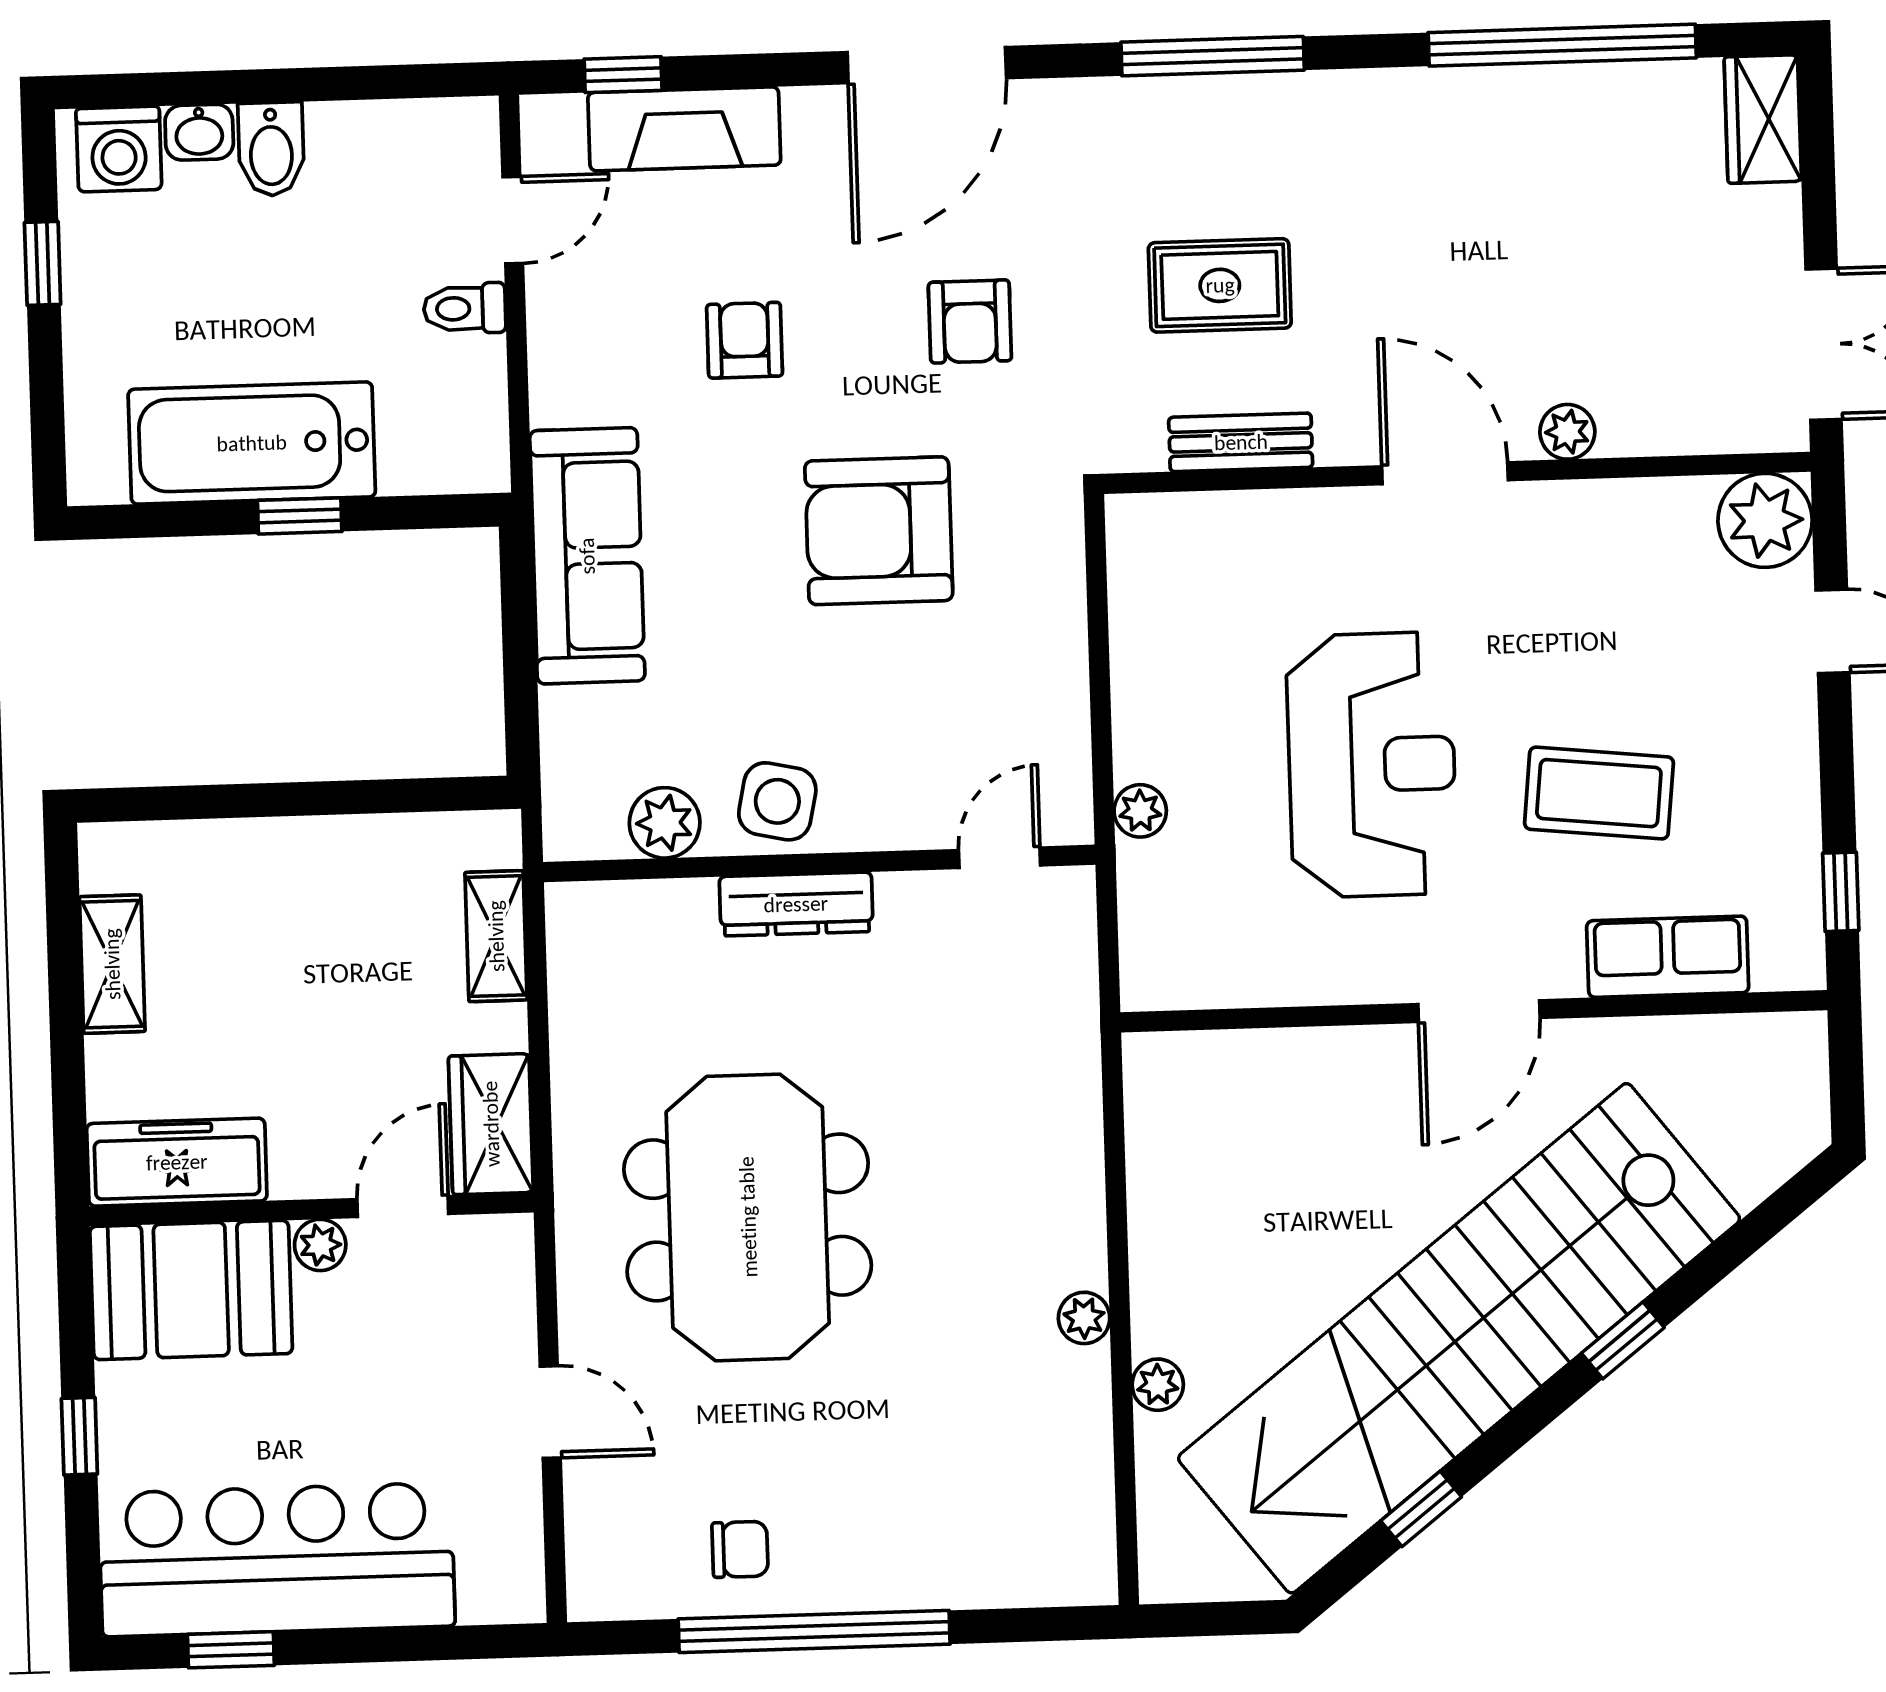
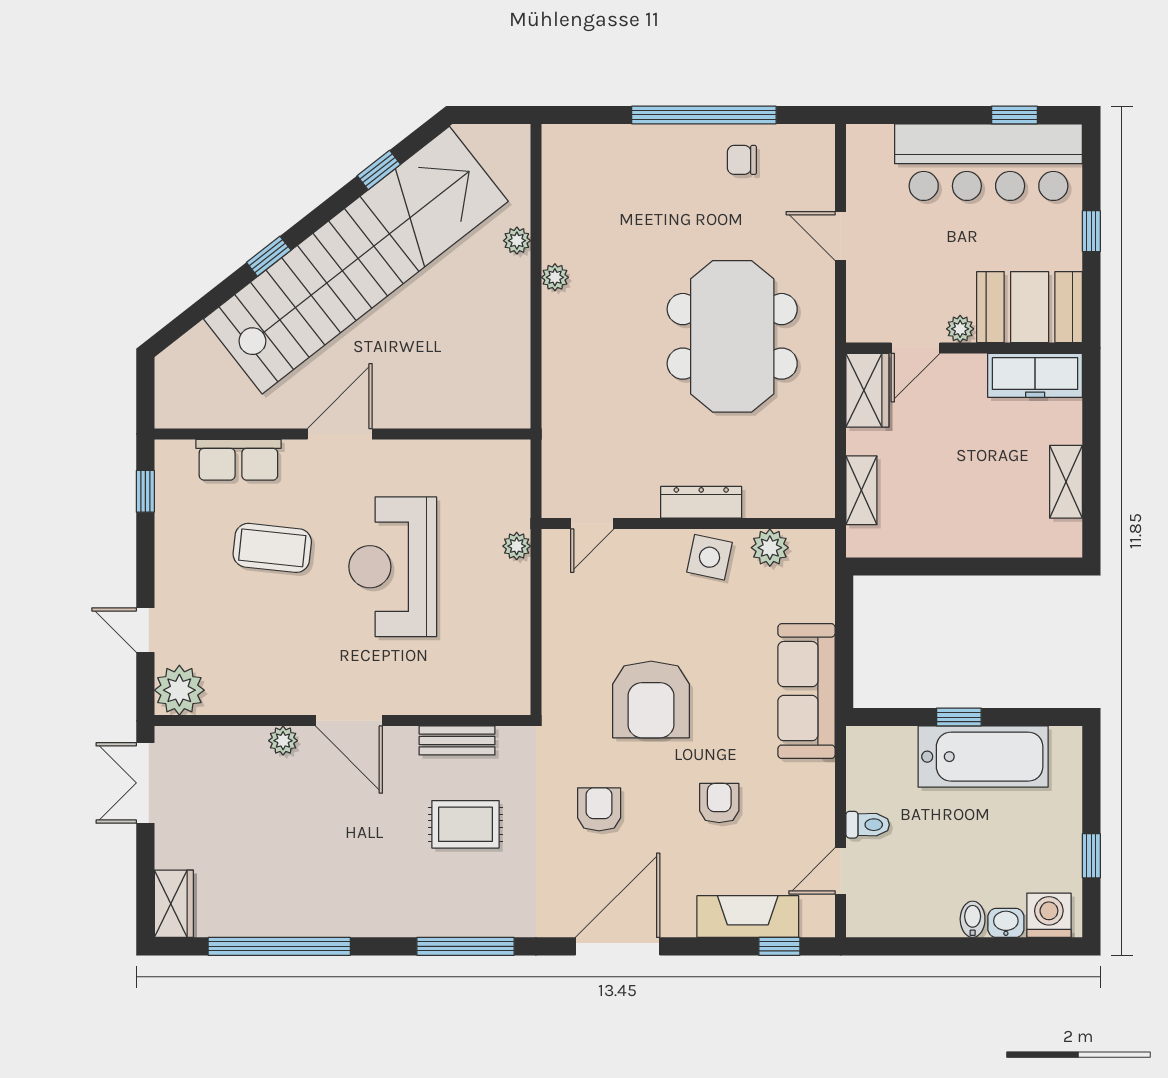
bidet: (271, 149) -> (973, 919), width x0.72, depth x0.74
armchair: (745, 340) -> (719, 803), turned 180
armchair: (879, 531) -> (651, 700), turned 90

